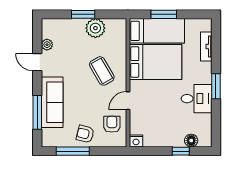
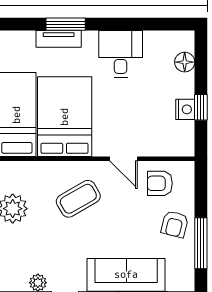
tv unit: (206, 46) -> (59, 39), moved
window: (216, 86) -> (66, 24), moved
nightstand: (136, 141) -> (185, 109), moved
window: (181, 151) -> (201, 107), moved

